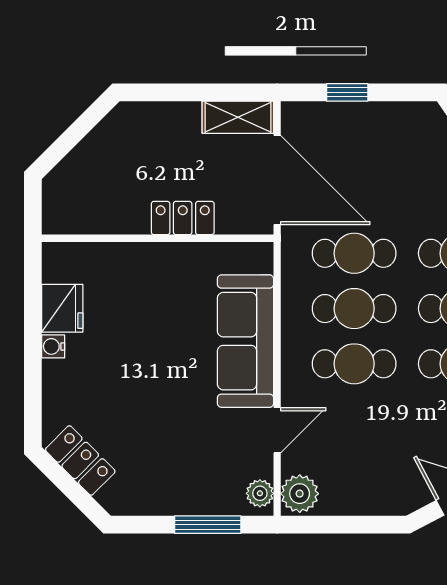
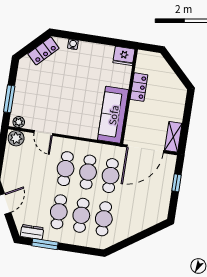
locker: (183, 218) -> (139, 87), moved
fridge: (62, 308) -> (124, 56), moved
sofa: (245, 341) -> (113, 115), moved, turned -90
water cooler: (53, 346) -> (73, 44), moved

